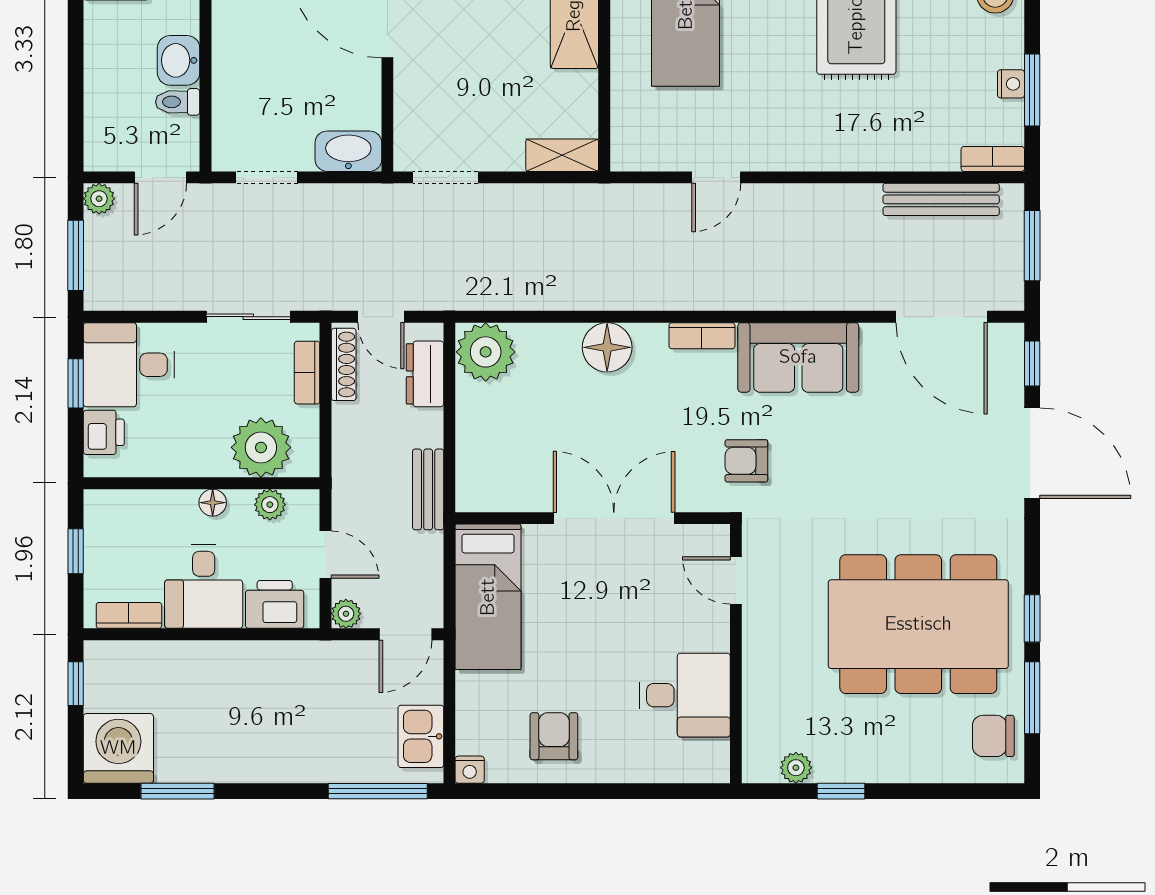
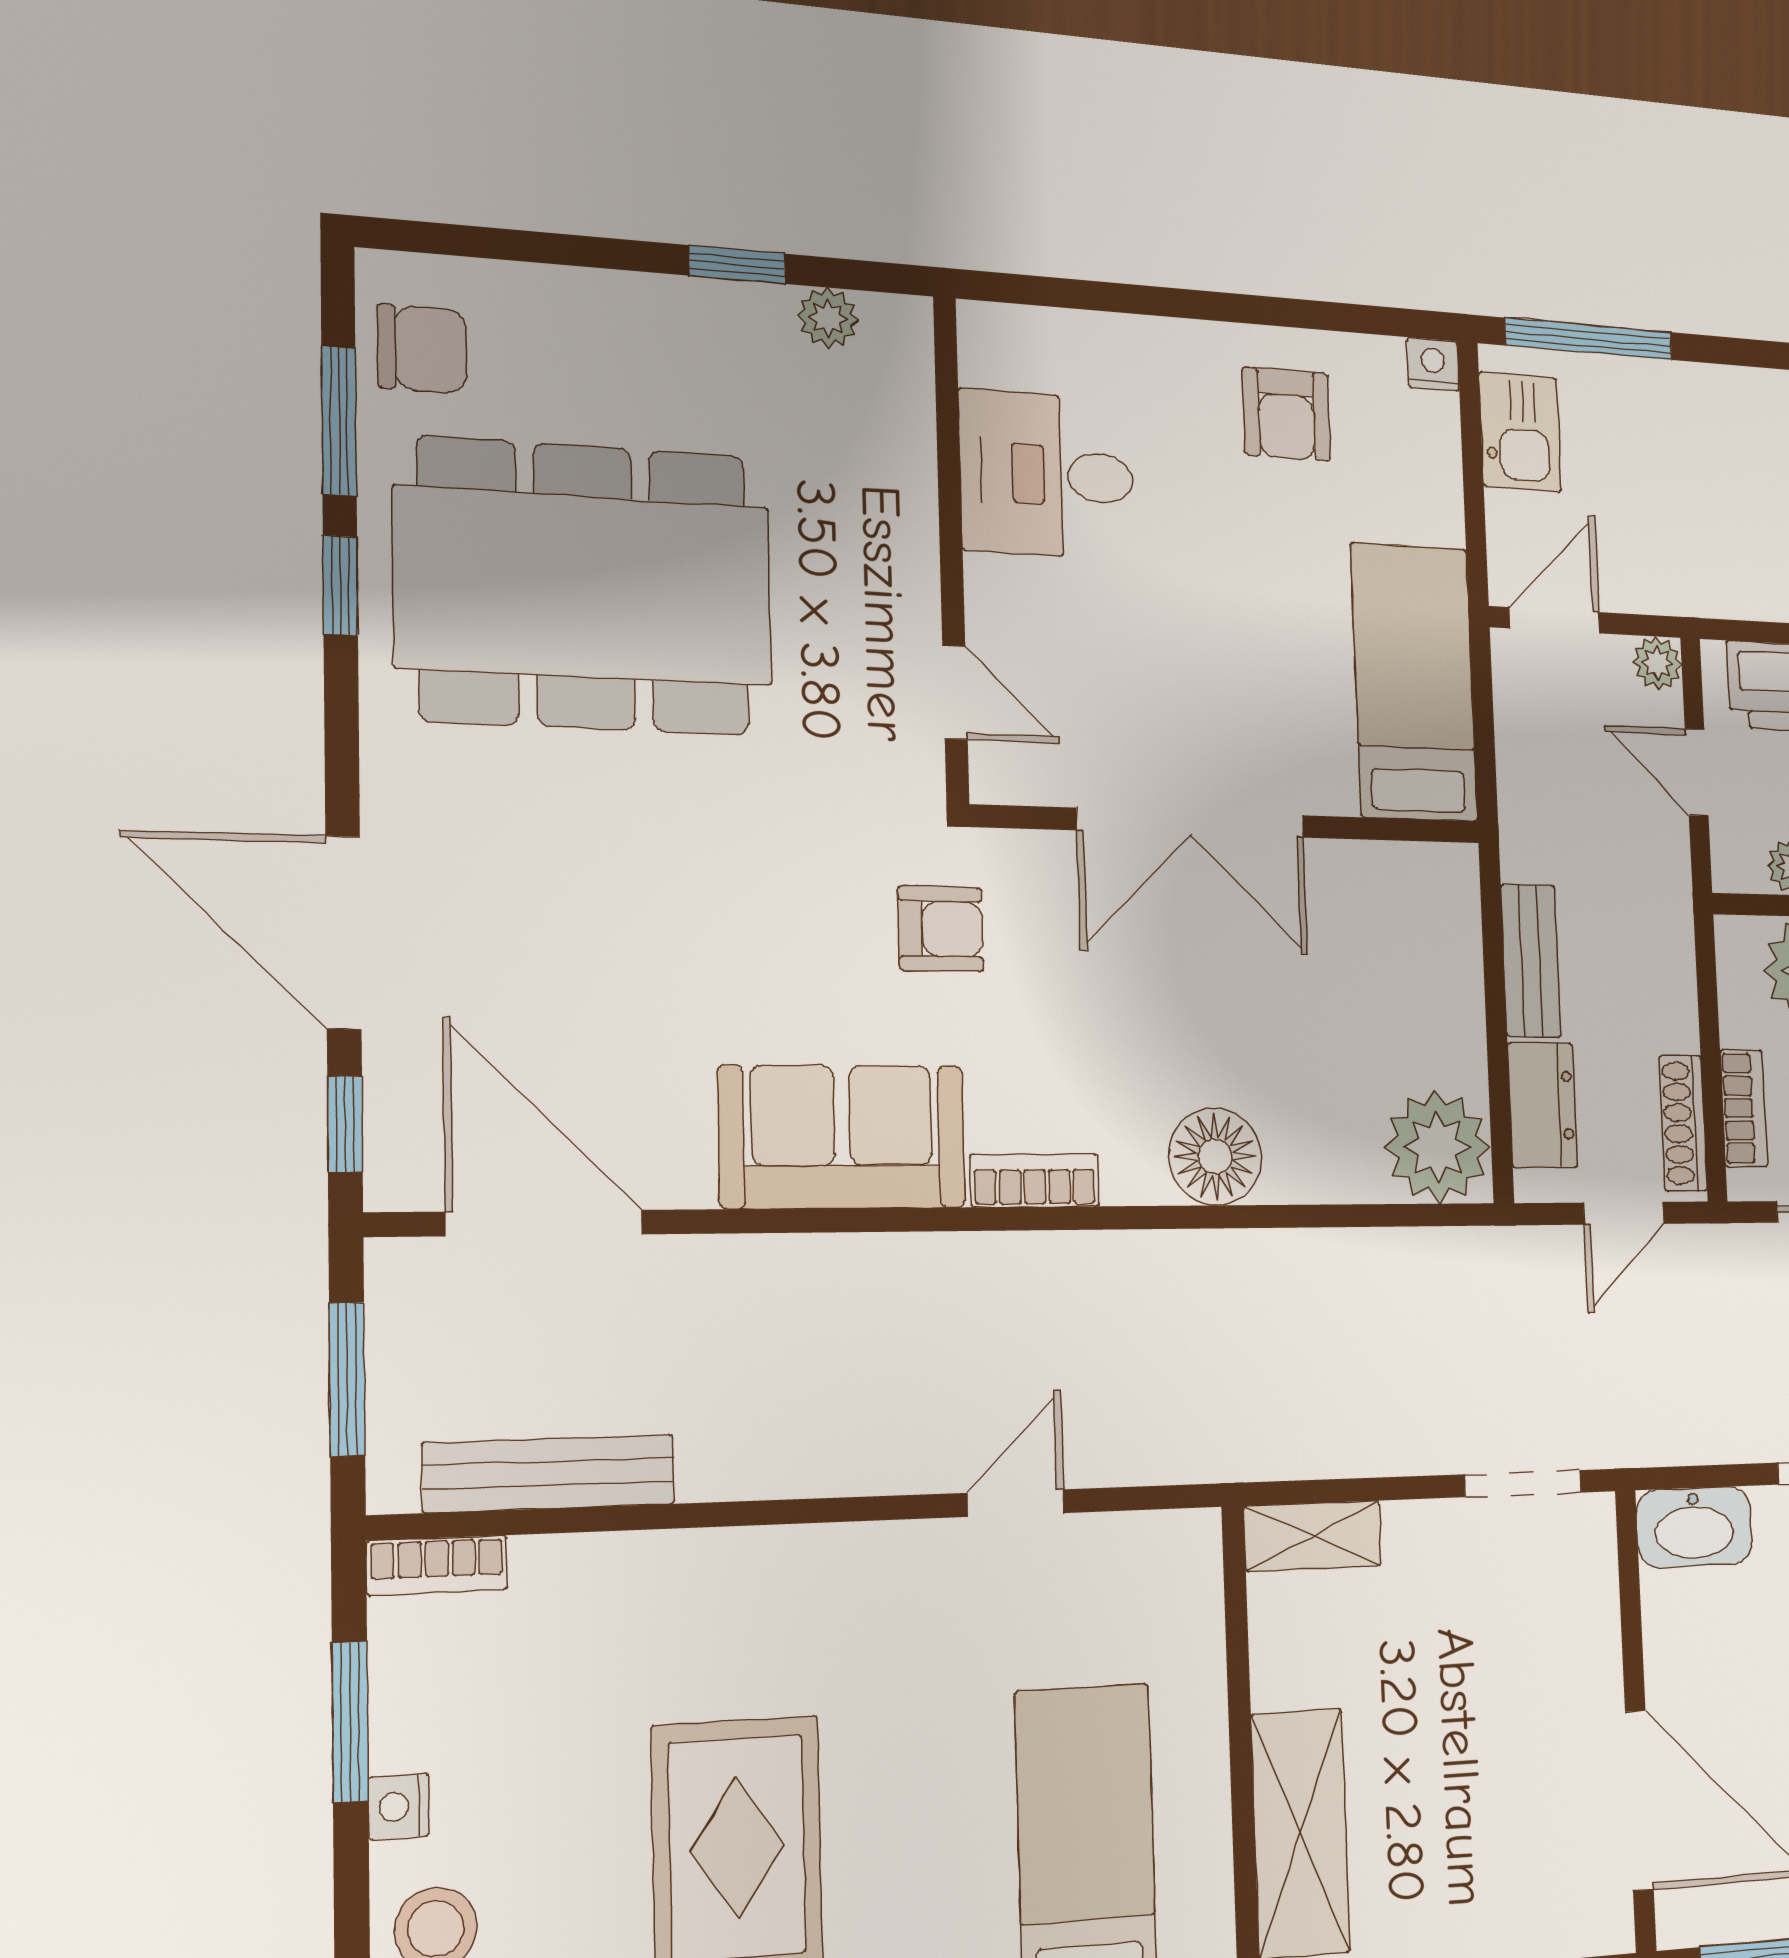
nightstand: (1011, 84) -> (399, 1806), moved
door: (381, 317) -> (1624, 1213), swing flipped
bench: (428, 489) -> (1531, 961), moved

